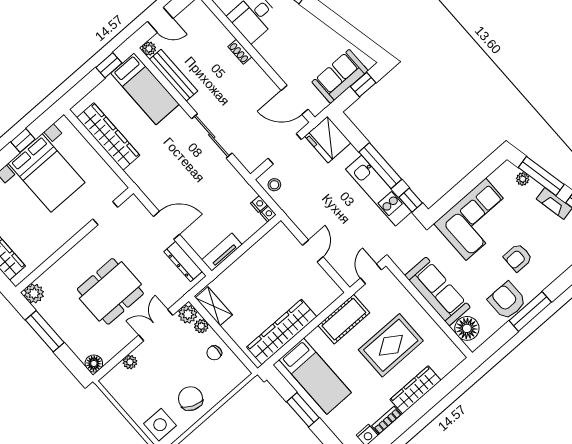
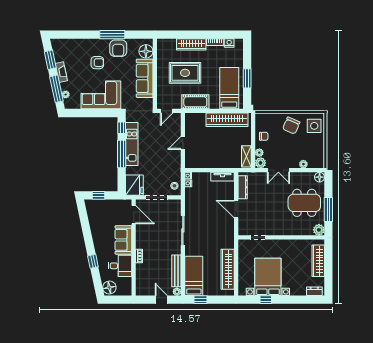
sofa: (340, 76) -> (123, 240), moved, turned 90
dining table: (110, 291) -> (304, 203), moved

